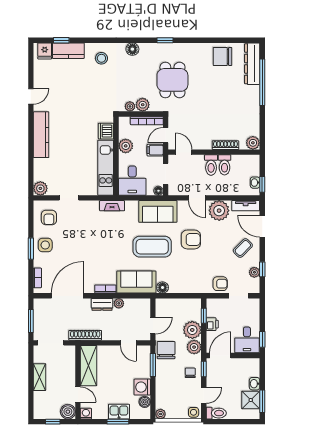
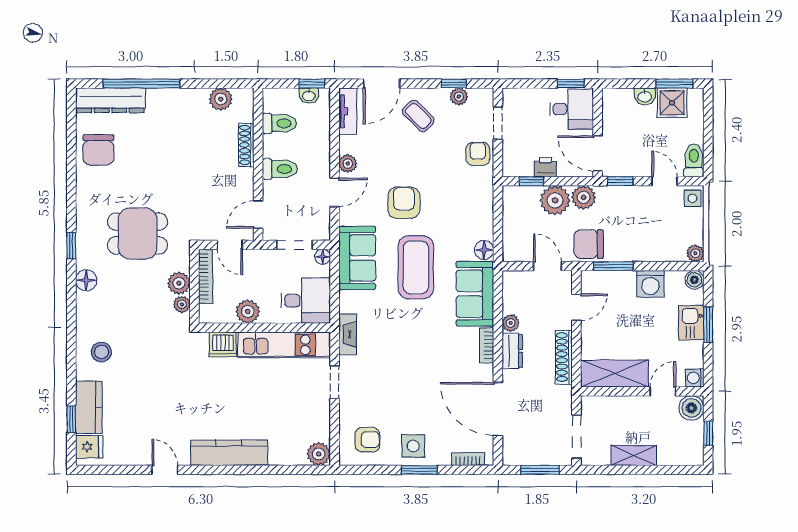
floor lamp: (132, 49) -> (86, 280), moved
plant: (253, 143) -> (221, 99), moved
filing cabinet: (155, 150) -> (255, 262), removed
toilet: (225, 165) -> (279, 123), moved
doorway: (69, 198) -> (335, 382), moved
plant: (219, 211) -> (348, 164), width x0.53, depth x0.53
shoe rack: (85, 335) -> (564, 357), moved
chair: (190, 373) -> (627, 204), removed
boiler: (145, 402) -> (694, 280), moved

